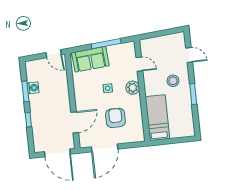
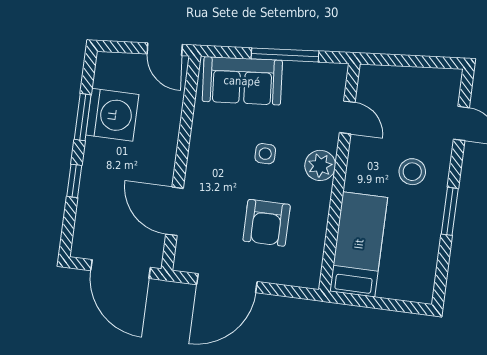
washing machine: (33, 88) -> (112, 115), width x1.89, depth x1.89
armchair: (115, 118) -> (267, 223), turned 180
door: (75, 122) -> (175, 211), swing flipped

